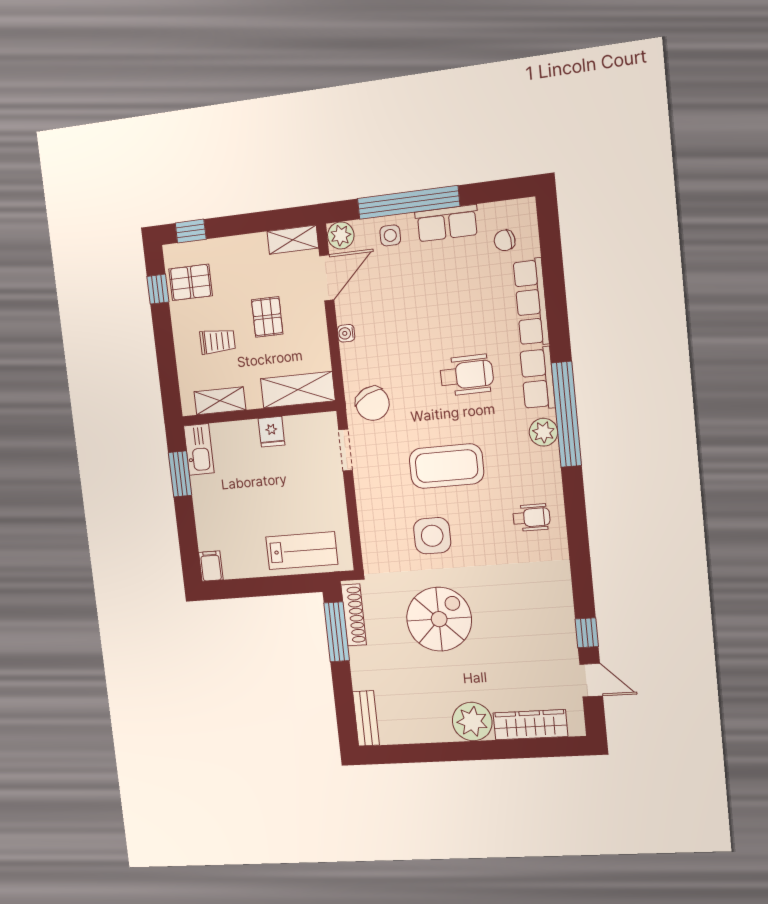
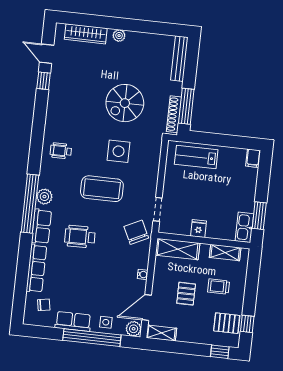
bench: (366, 718) -> (179, 59), width x1.36
plant: (472, 722) -> (119, 36), width x0.53, depth x0.53

